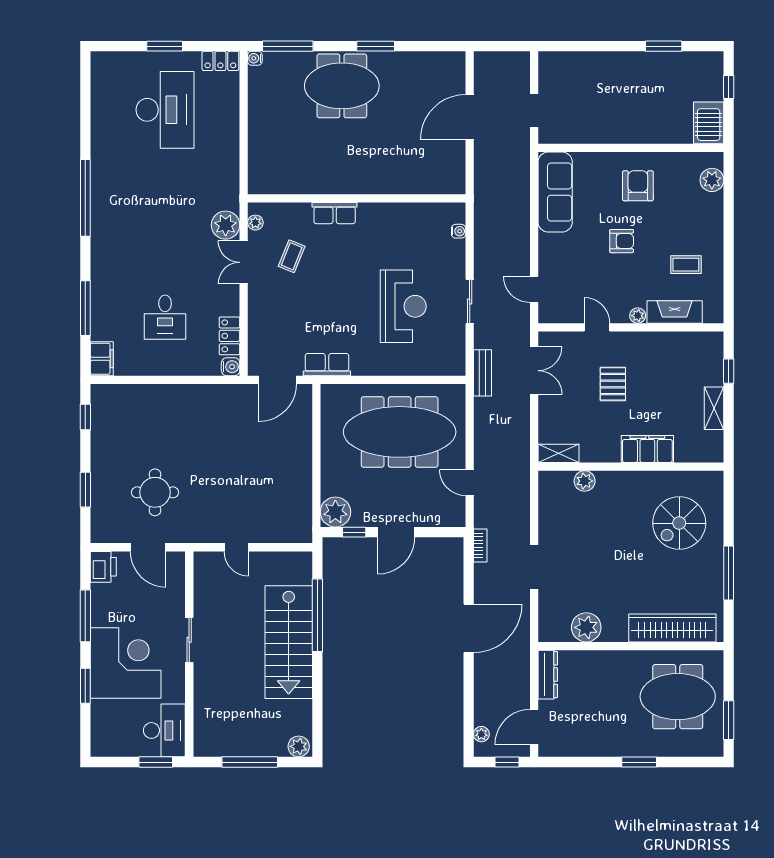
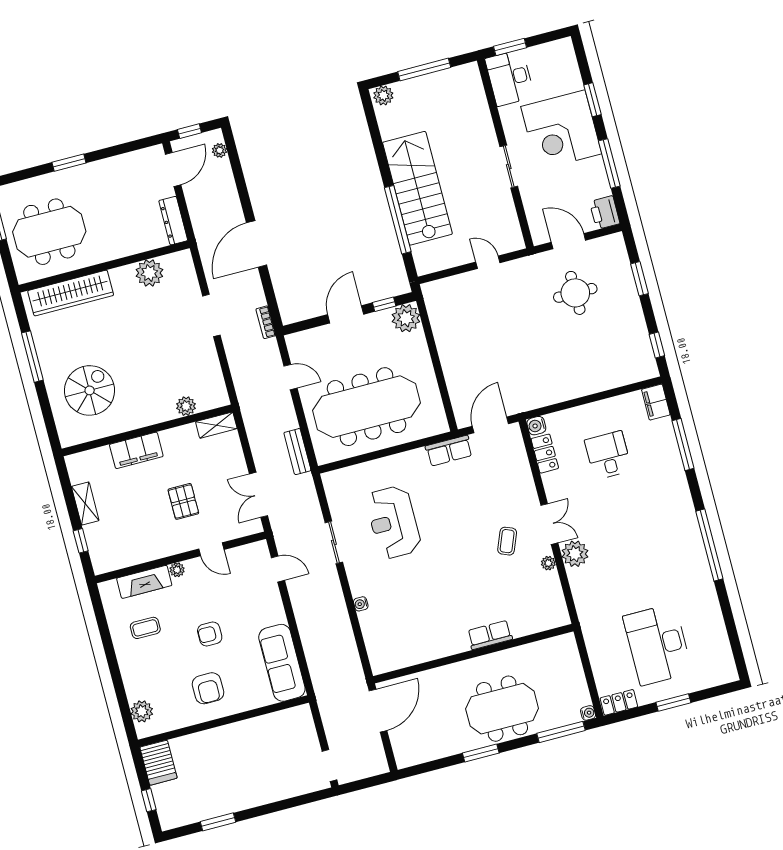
doorway: (534, 110) -> (329, 765), moved
wall: (357, 198) -> (473, 654), moved
row of seats: (335, 213) -> (490, 635), moved
bench: (483, 373) -> (297, 452), moved

